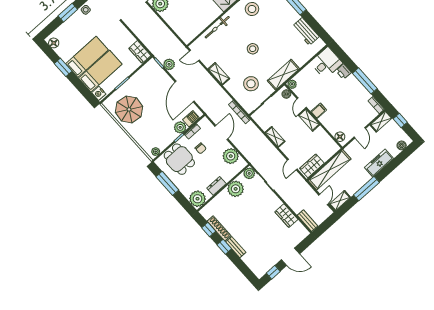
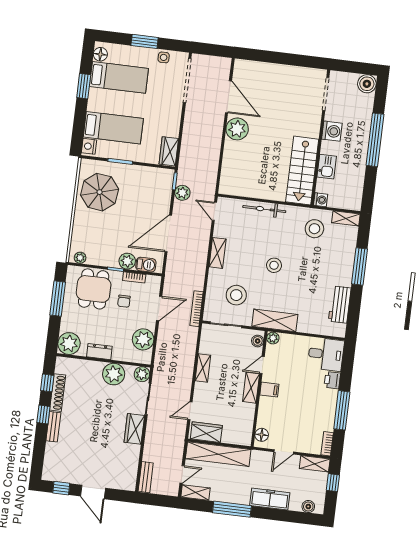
bed: (87, 57) -> (119, 77), moved
wardrobe: (286, 216) -> (134, 429), moved

